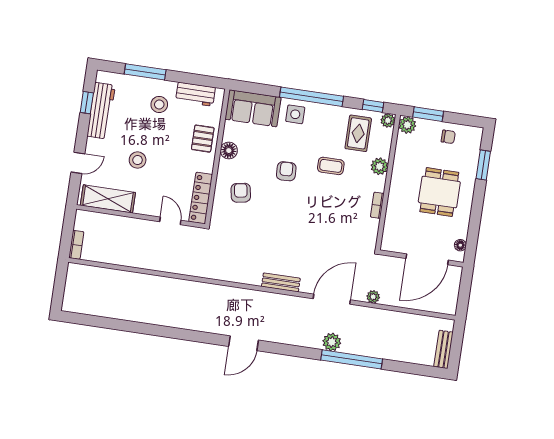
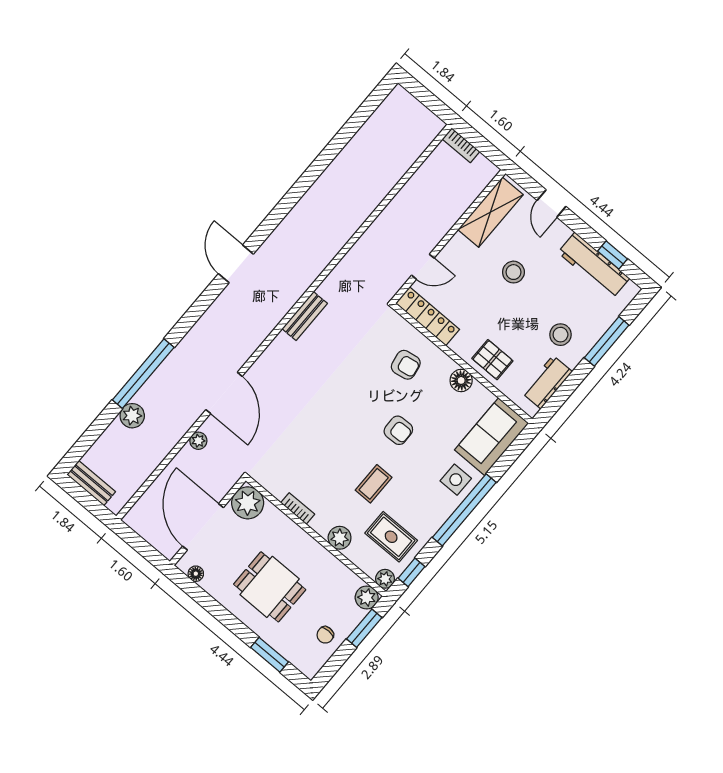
plant: (394, 240) -> (248, 503), added
bench: (281, 282) -> (305, 316), moved
plant: (332, 342) -> (132, 416), moved

